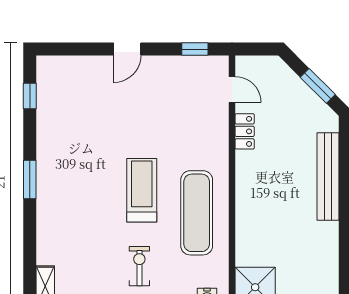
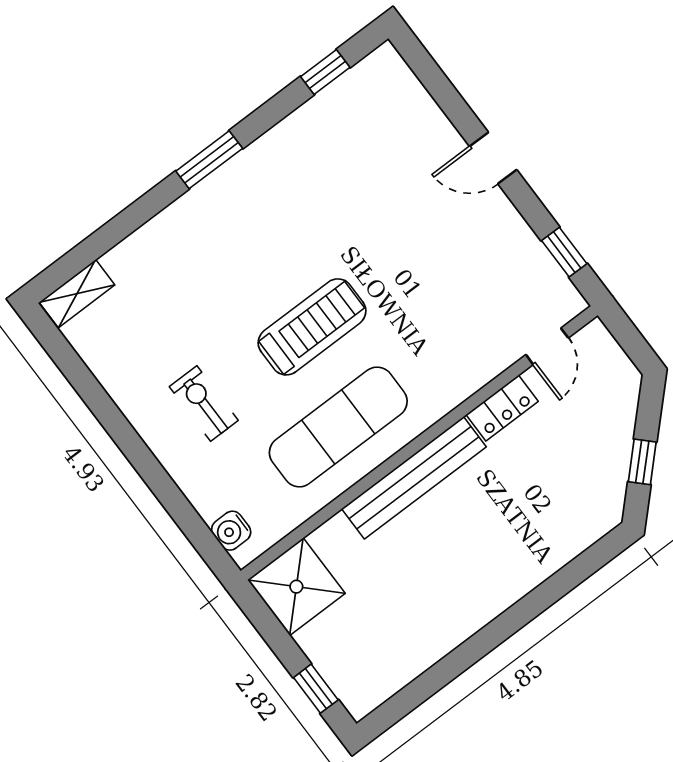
window: (318, 86) -> (642, 462), width x0.67
bench: (328, 177) -> (414, 478), moved
exercise bike: (139, 266) -> (204, 404), turned -90

